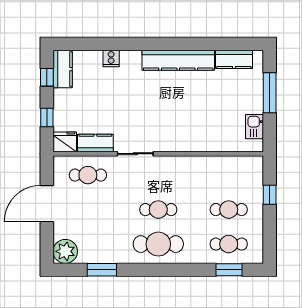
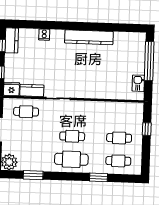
kitchen counter: (234, 59) -> (126, 38), removed
window: (270, 93) -> (149, 61), width x1.46
window: (229, 270) -> (98, 177), moved

